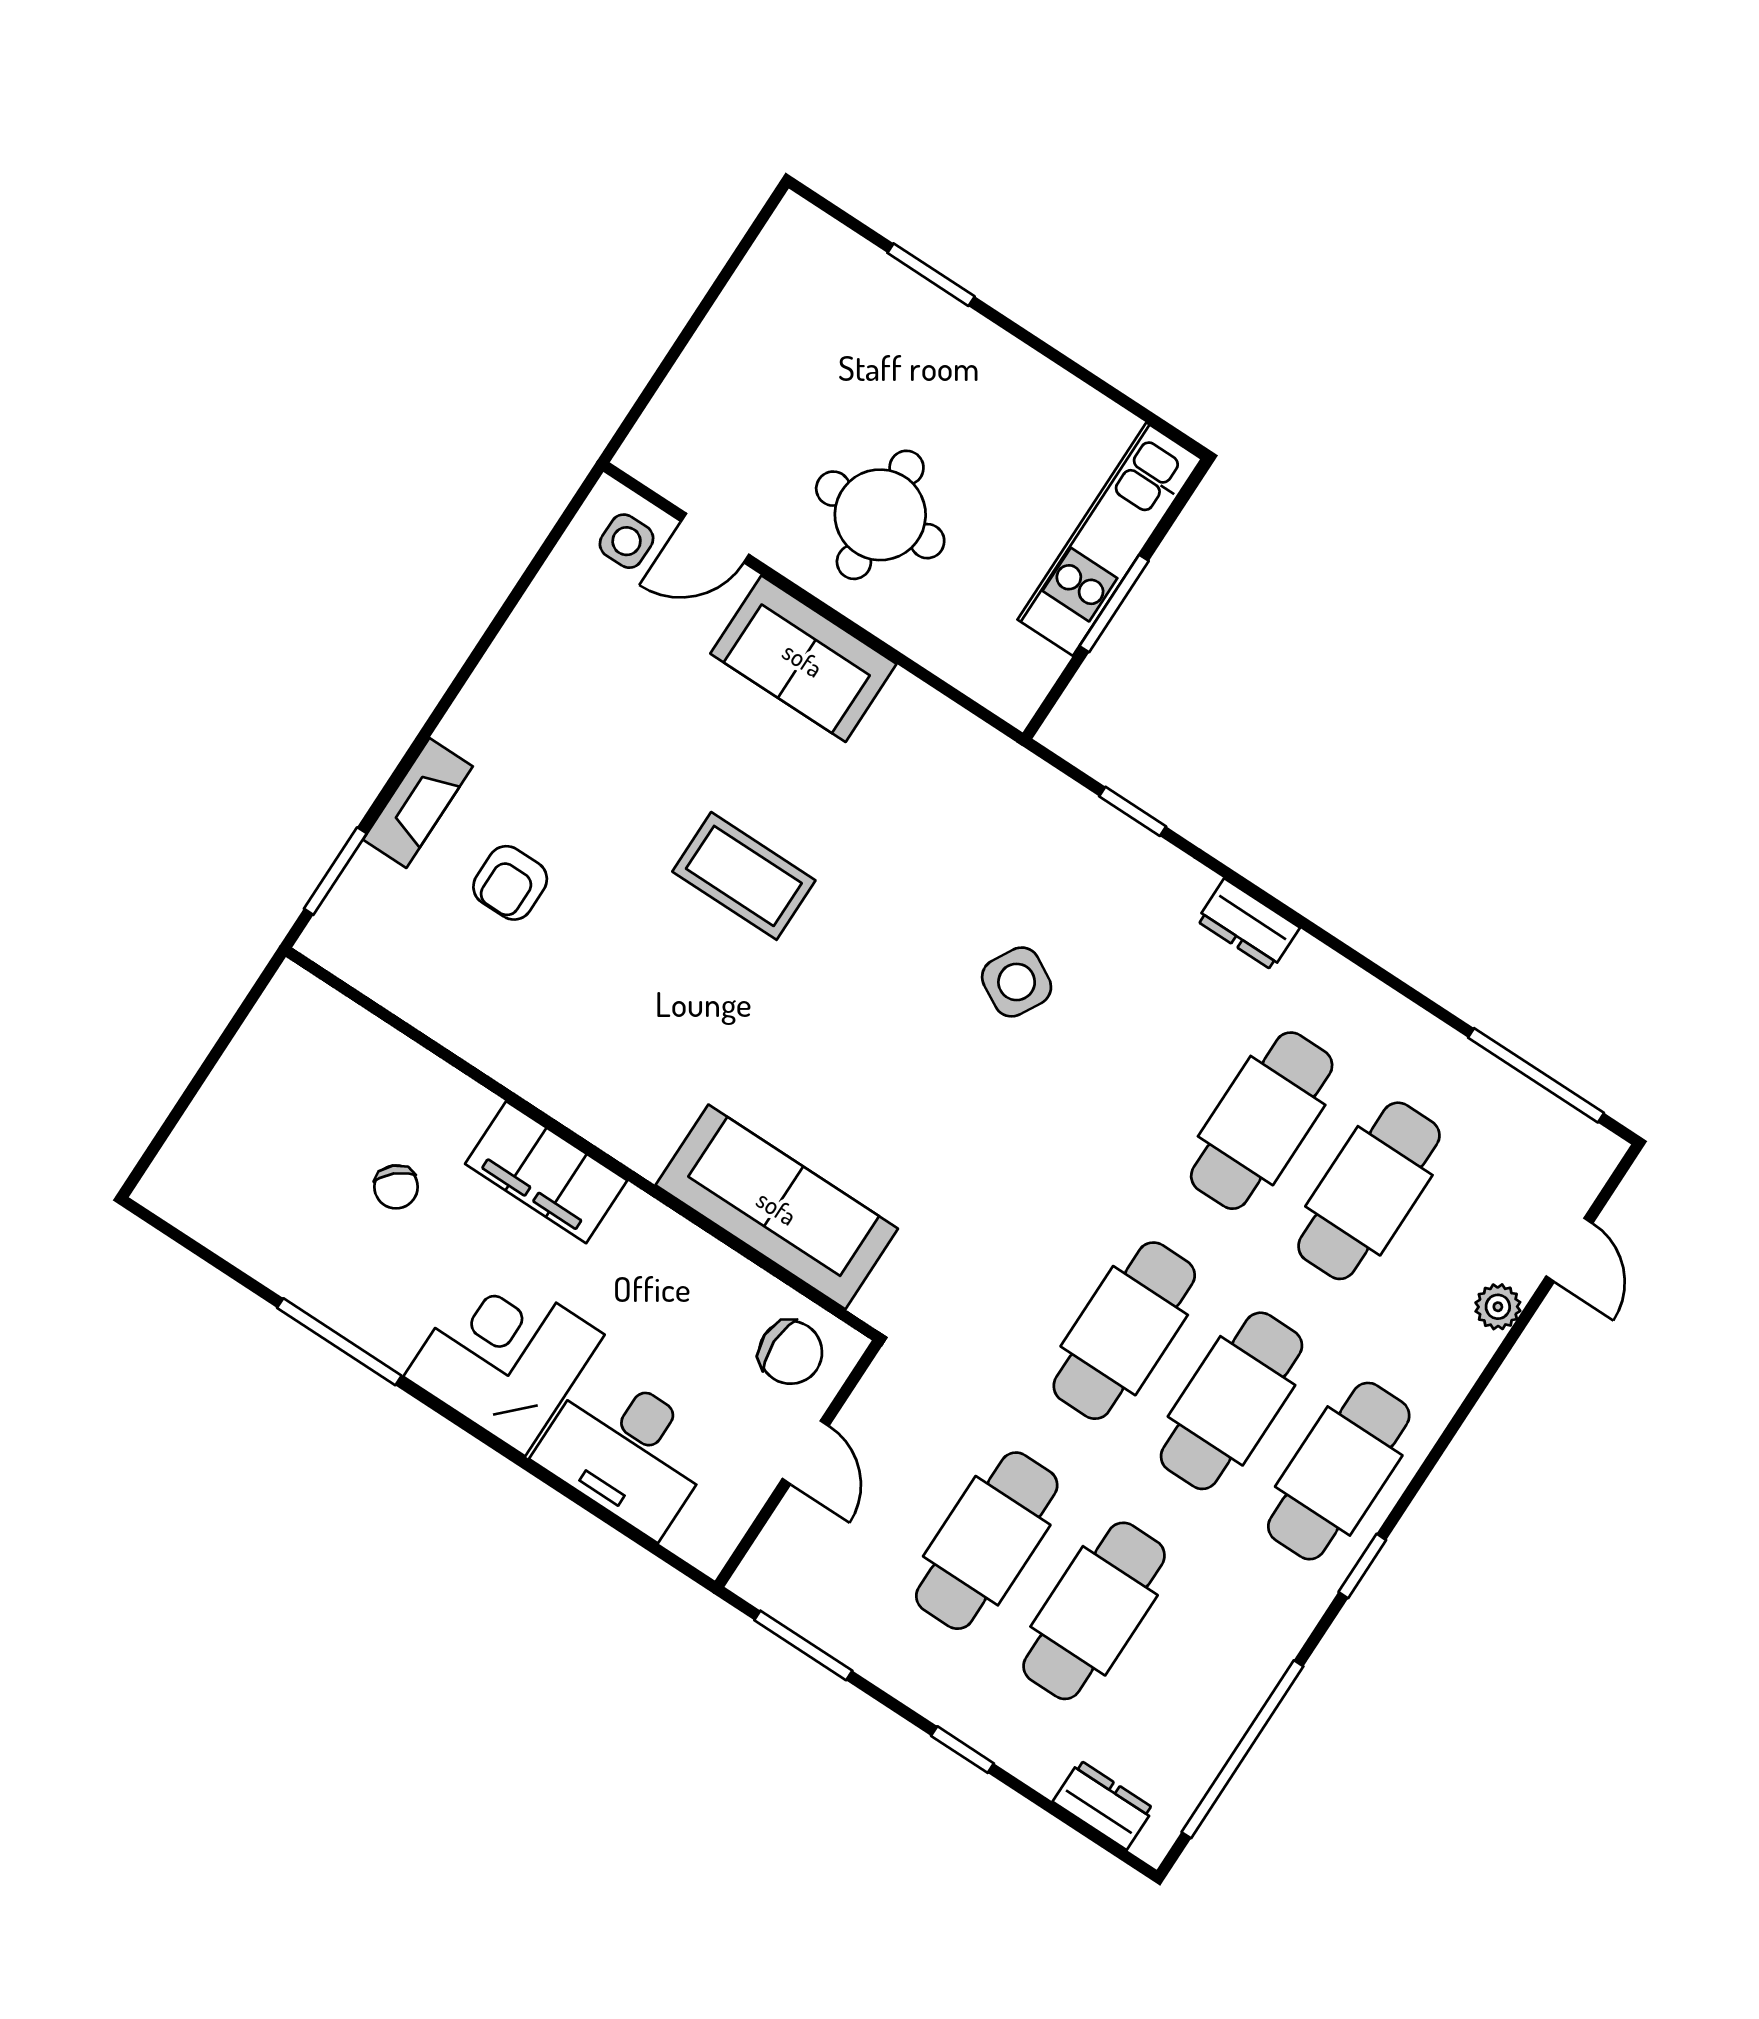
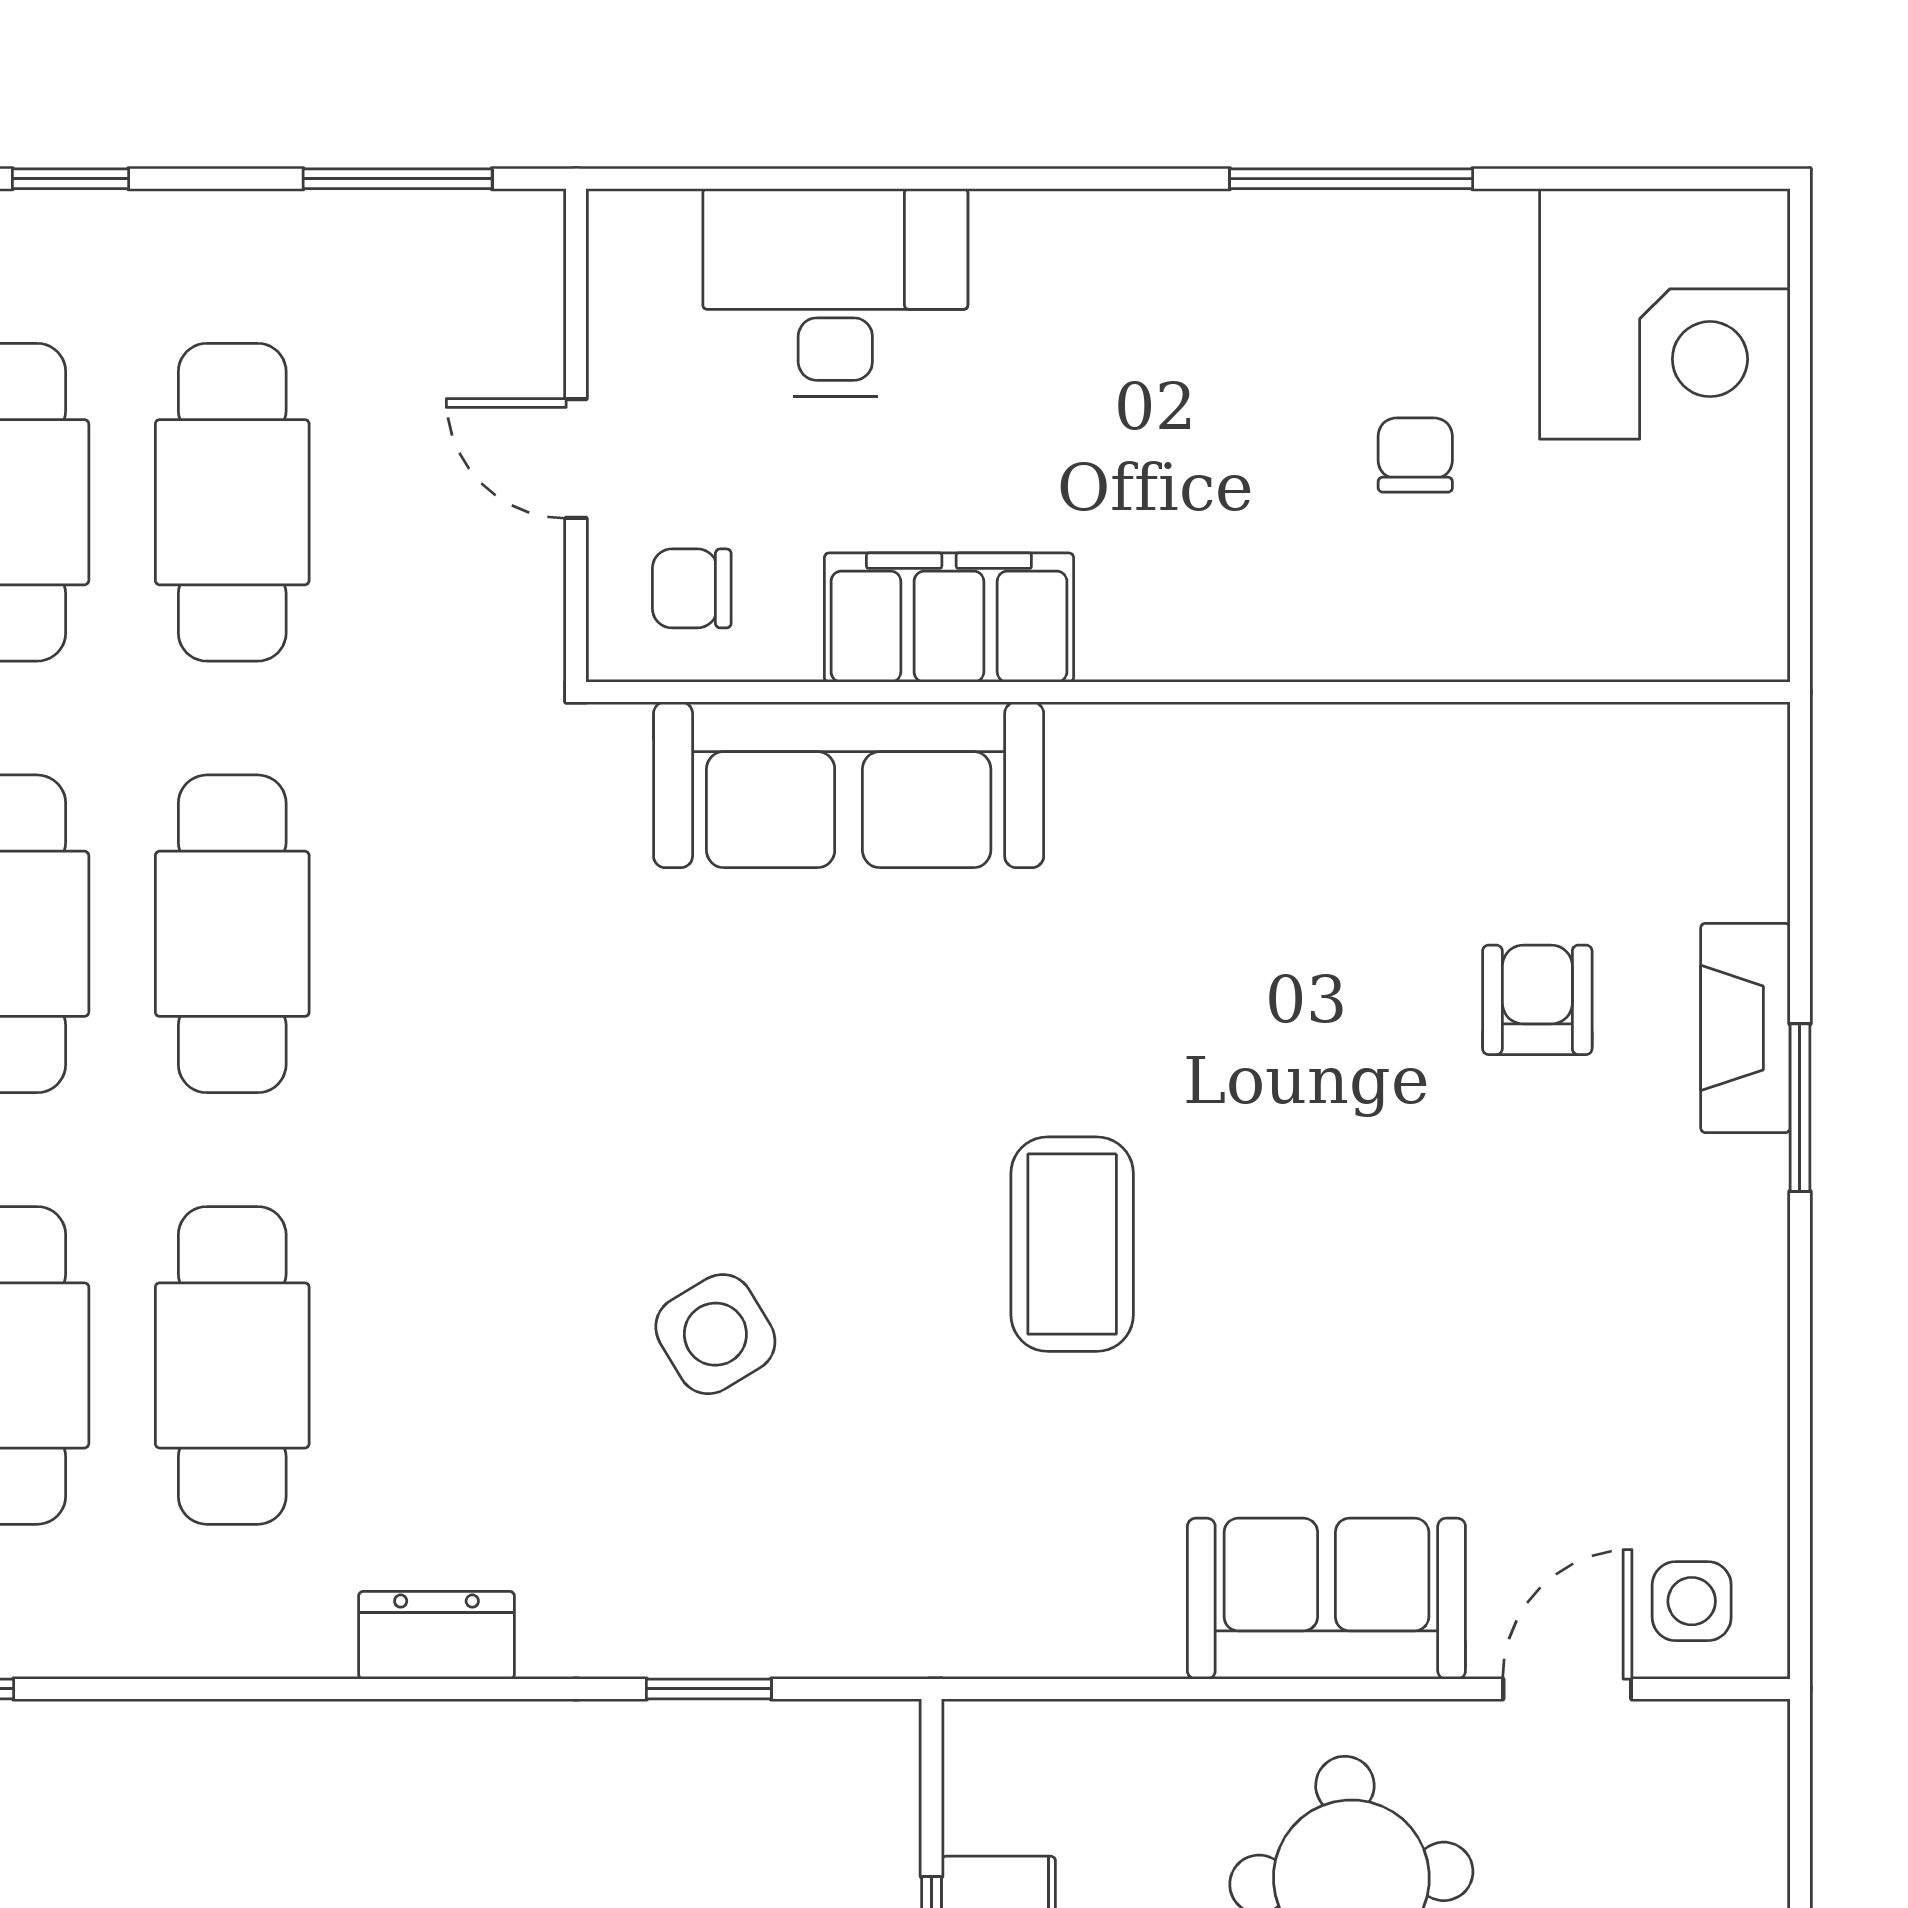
window: (335, 871) -> (1800, 1108), moved
coffee table: (744, 876) -> (1072, 1244), moved, turned 90
side table: (1017, 982) -> (715, 1334), turned 30
filing cabinet: (546, 1172) -> (949, 618), moved
chair: (396, 1187) -> (1415, 455), turned 42
chair: (791, 1352) -> (692, 588), width x0.73, depth x0.73
corner desk: (504, 1356) -> (1665, 314), moved

